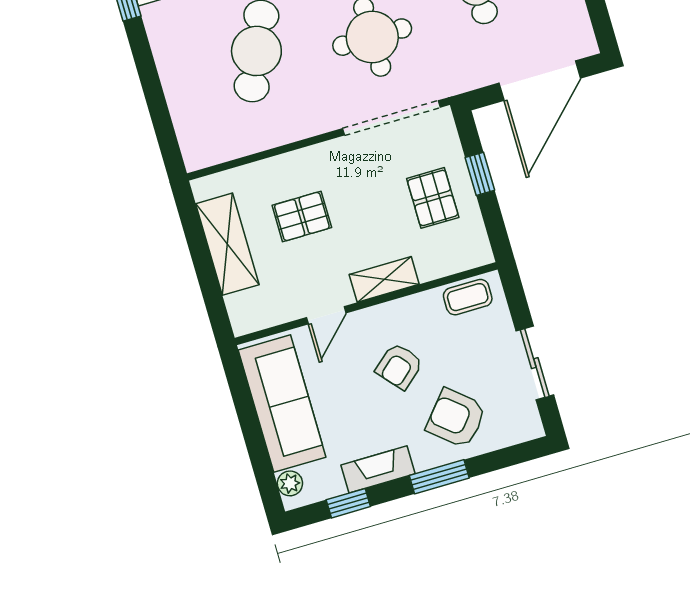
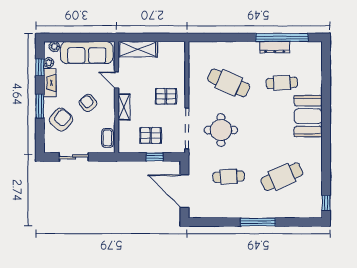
pallet: (302, 216) -> (166, 96), moved, turned 90
shelving: (227, 244) -> (138, 49), moved
plant: (332, 486) -> (49, 63), added

